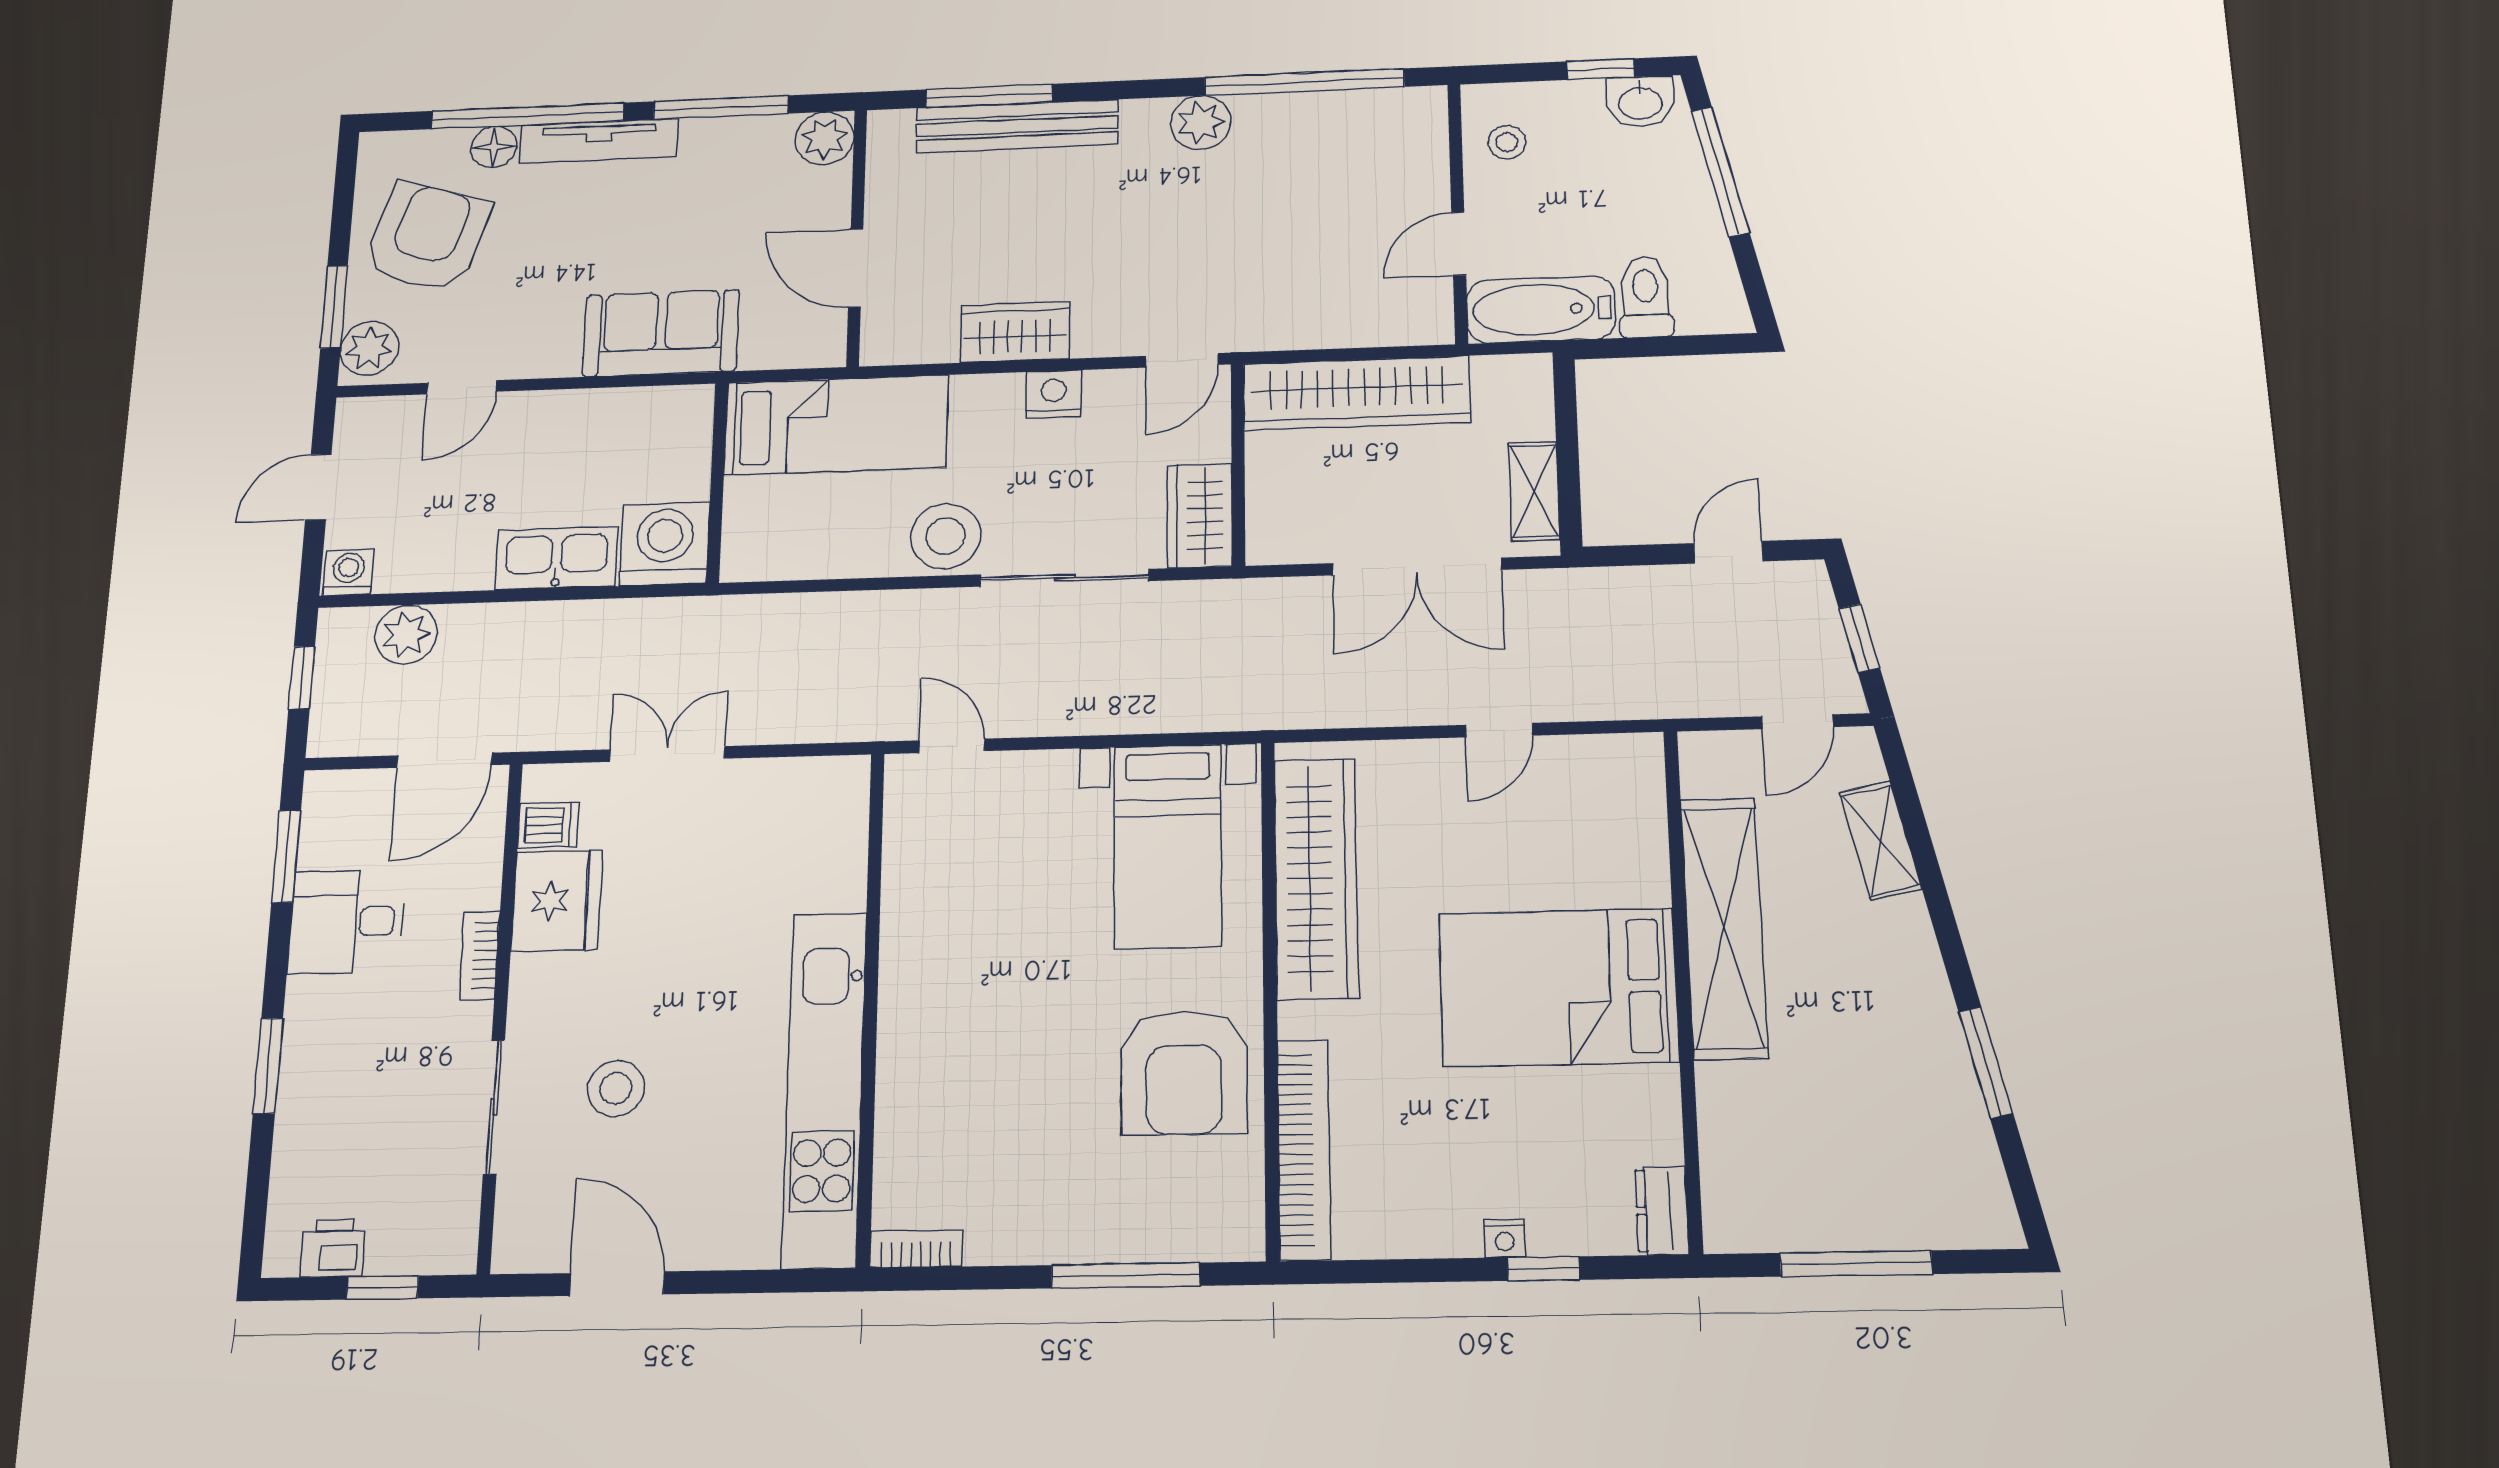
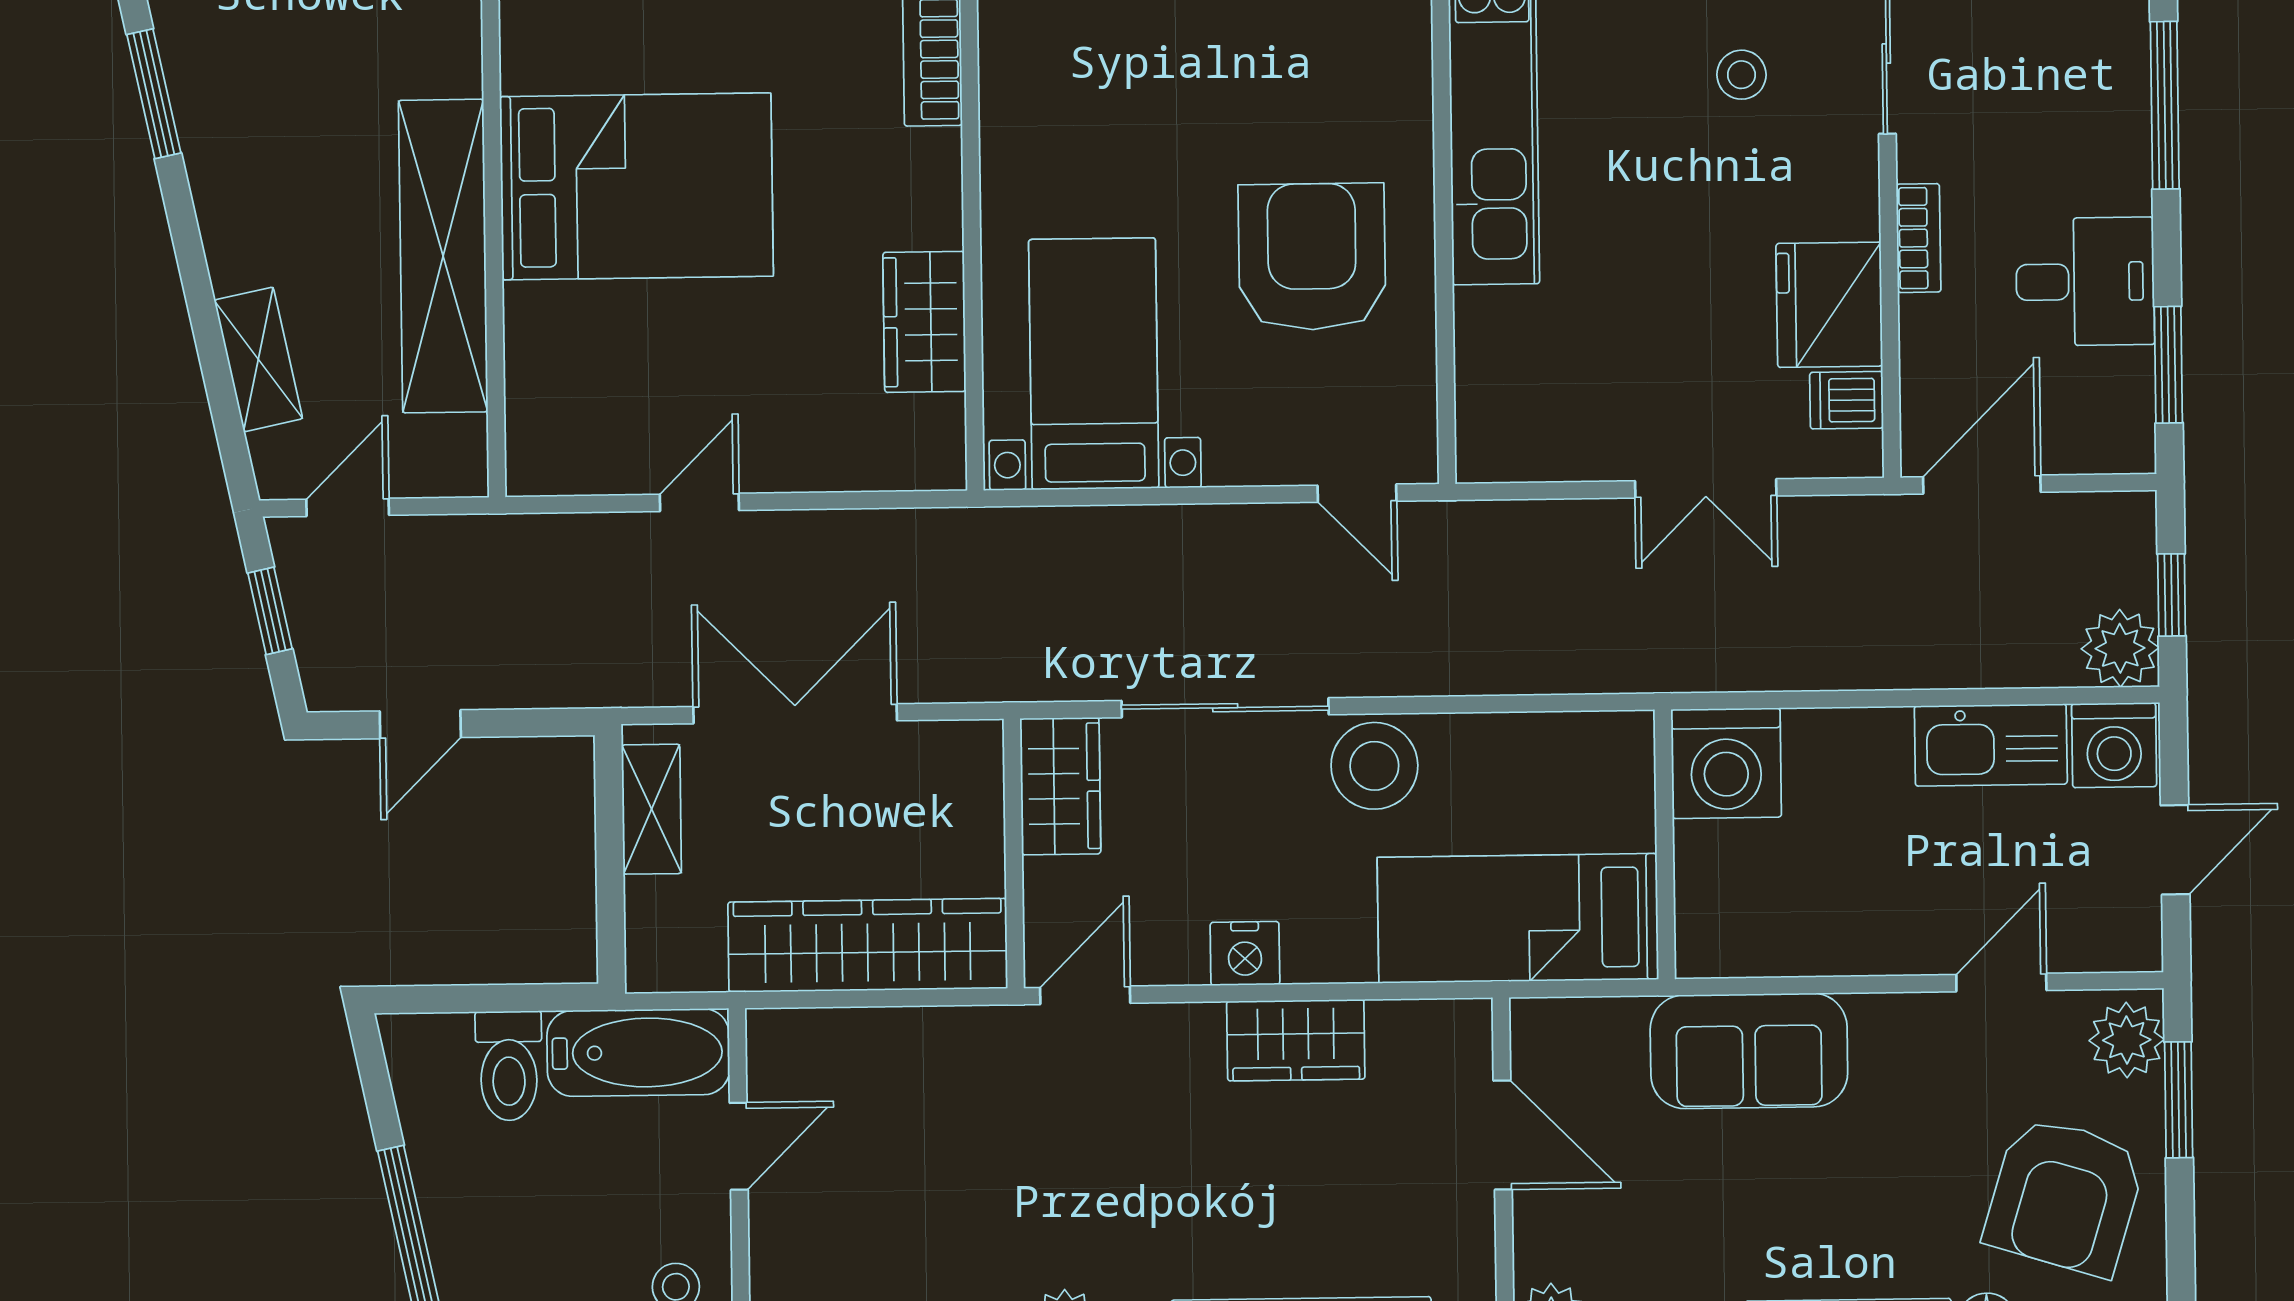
kitchen sink: (556, 558) -> (1991, 745), moved
washing machine: (348, 572) -> (2114, 745), width x1.38, depth x1.38
plant: (406, 634) -> (2120, 648), moved
wardrobe: (1316, 878) -> (924, 322), width x0.48, depth x0.85
window: (268, 1066) -> (2165, 105), width x1.44
armchair: (1184, 1072) -> (1312, 257), moved
stool: (616, 1088) -> (1741, 75), width x0.73, depth x0.73

